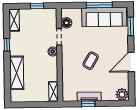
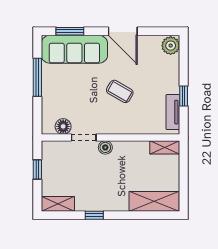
sofa: (104, 17) -> (74, 49), moved, turned 90
shelving: (17, 73) -> (154, 201), moved
tv unit: (89, 97) -> (173, 112), moved

